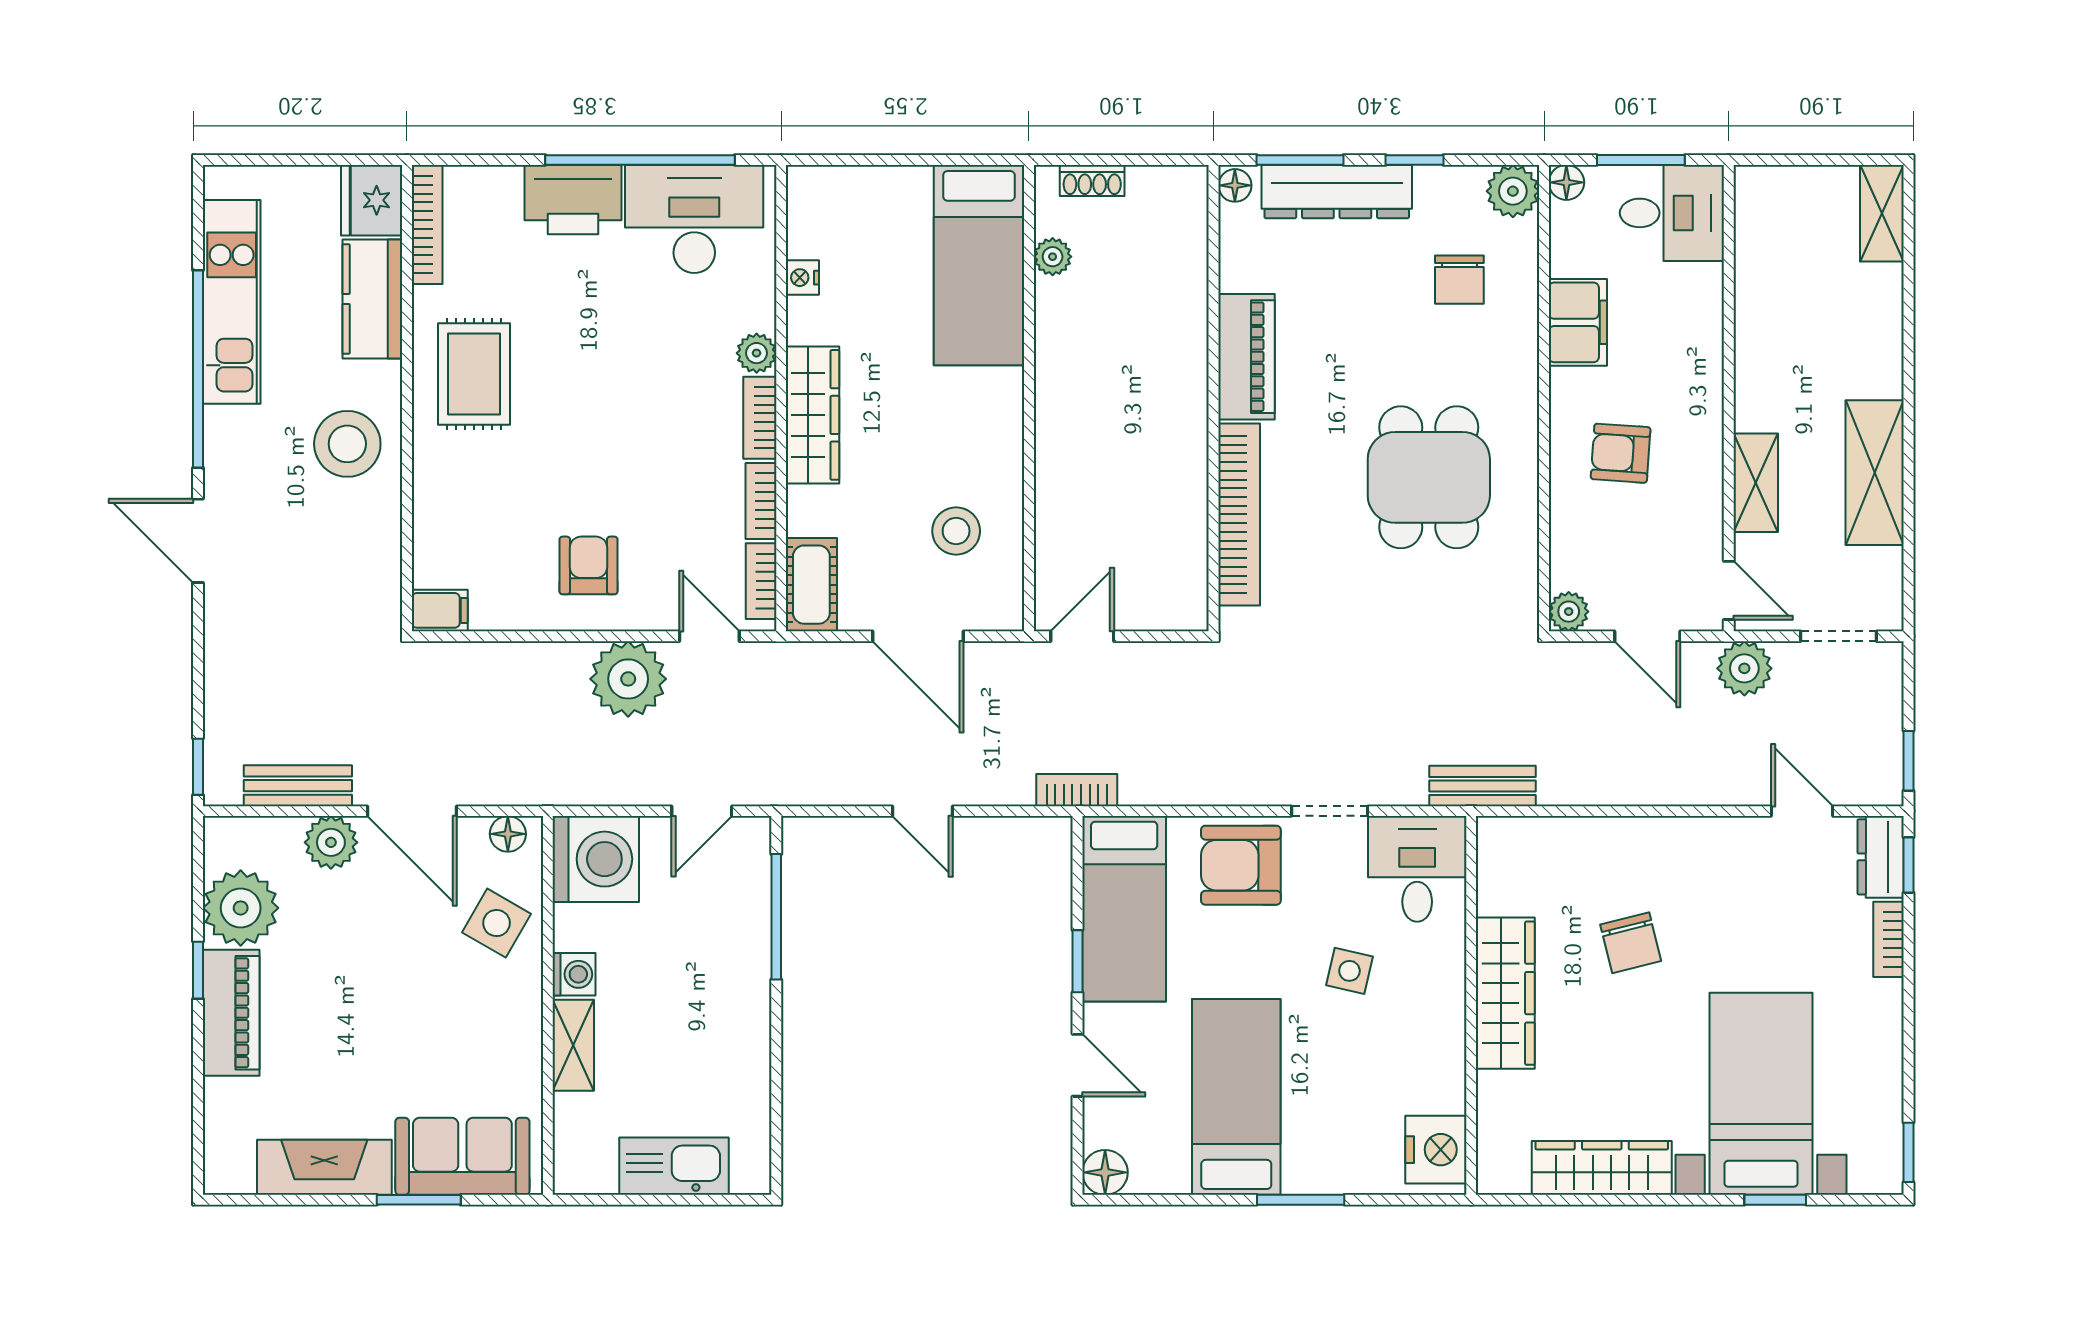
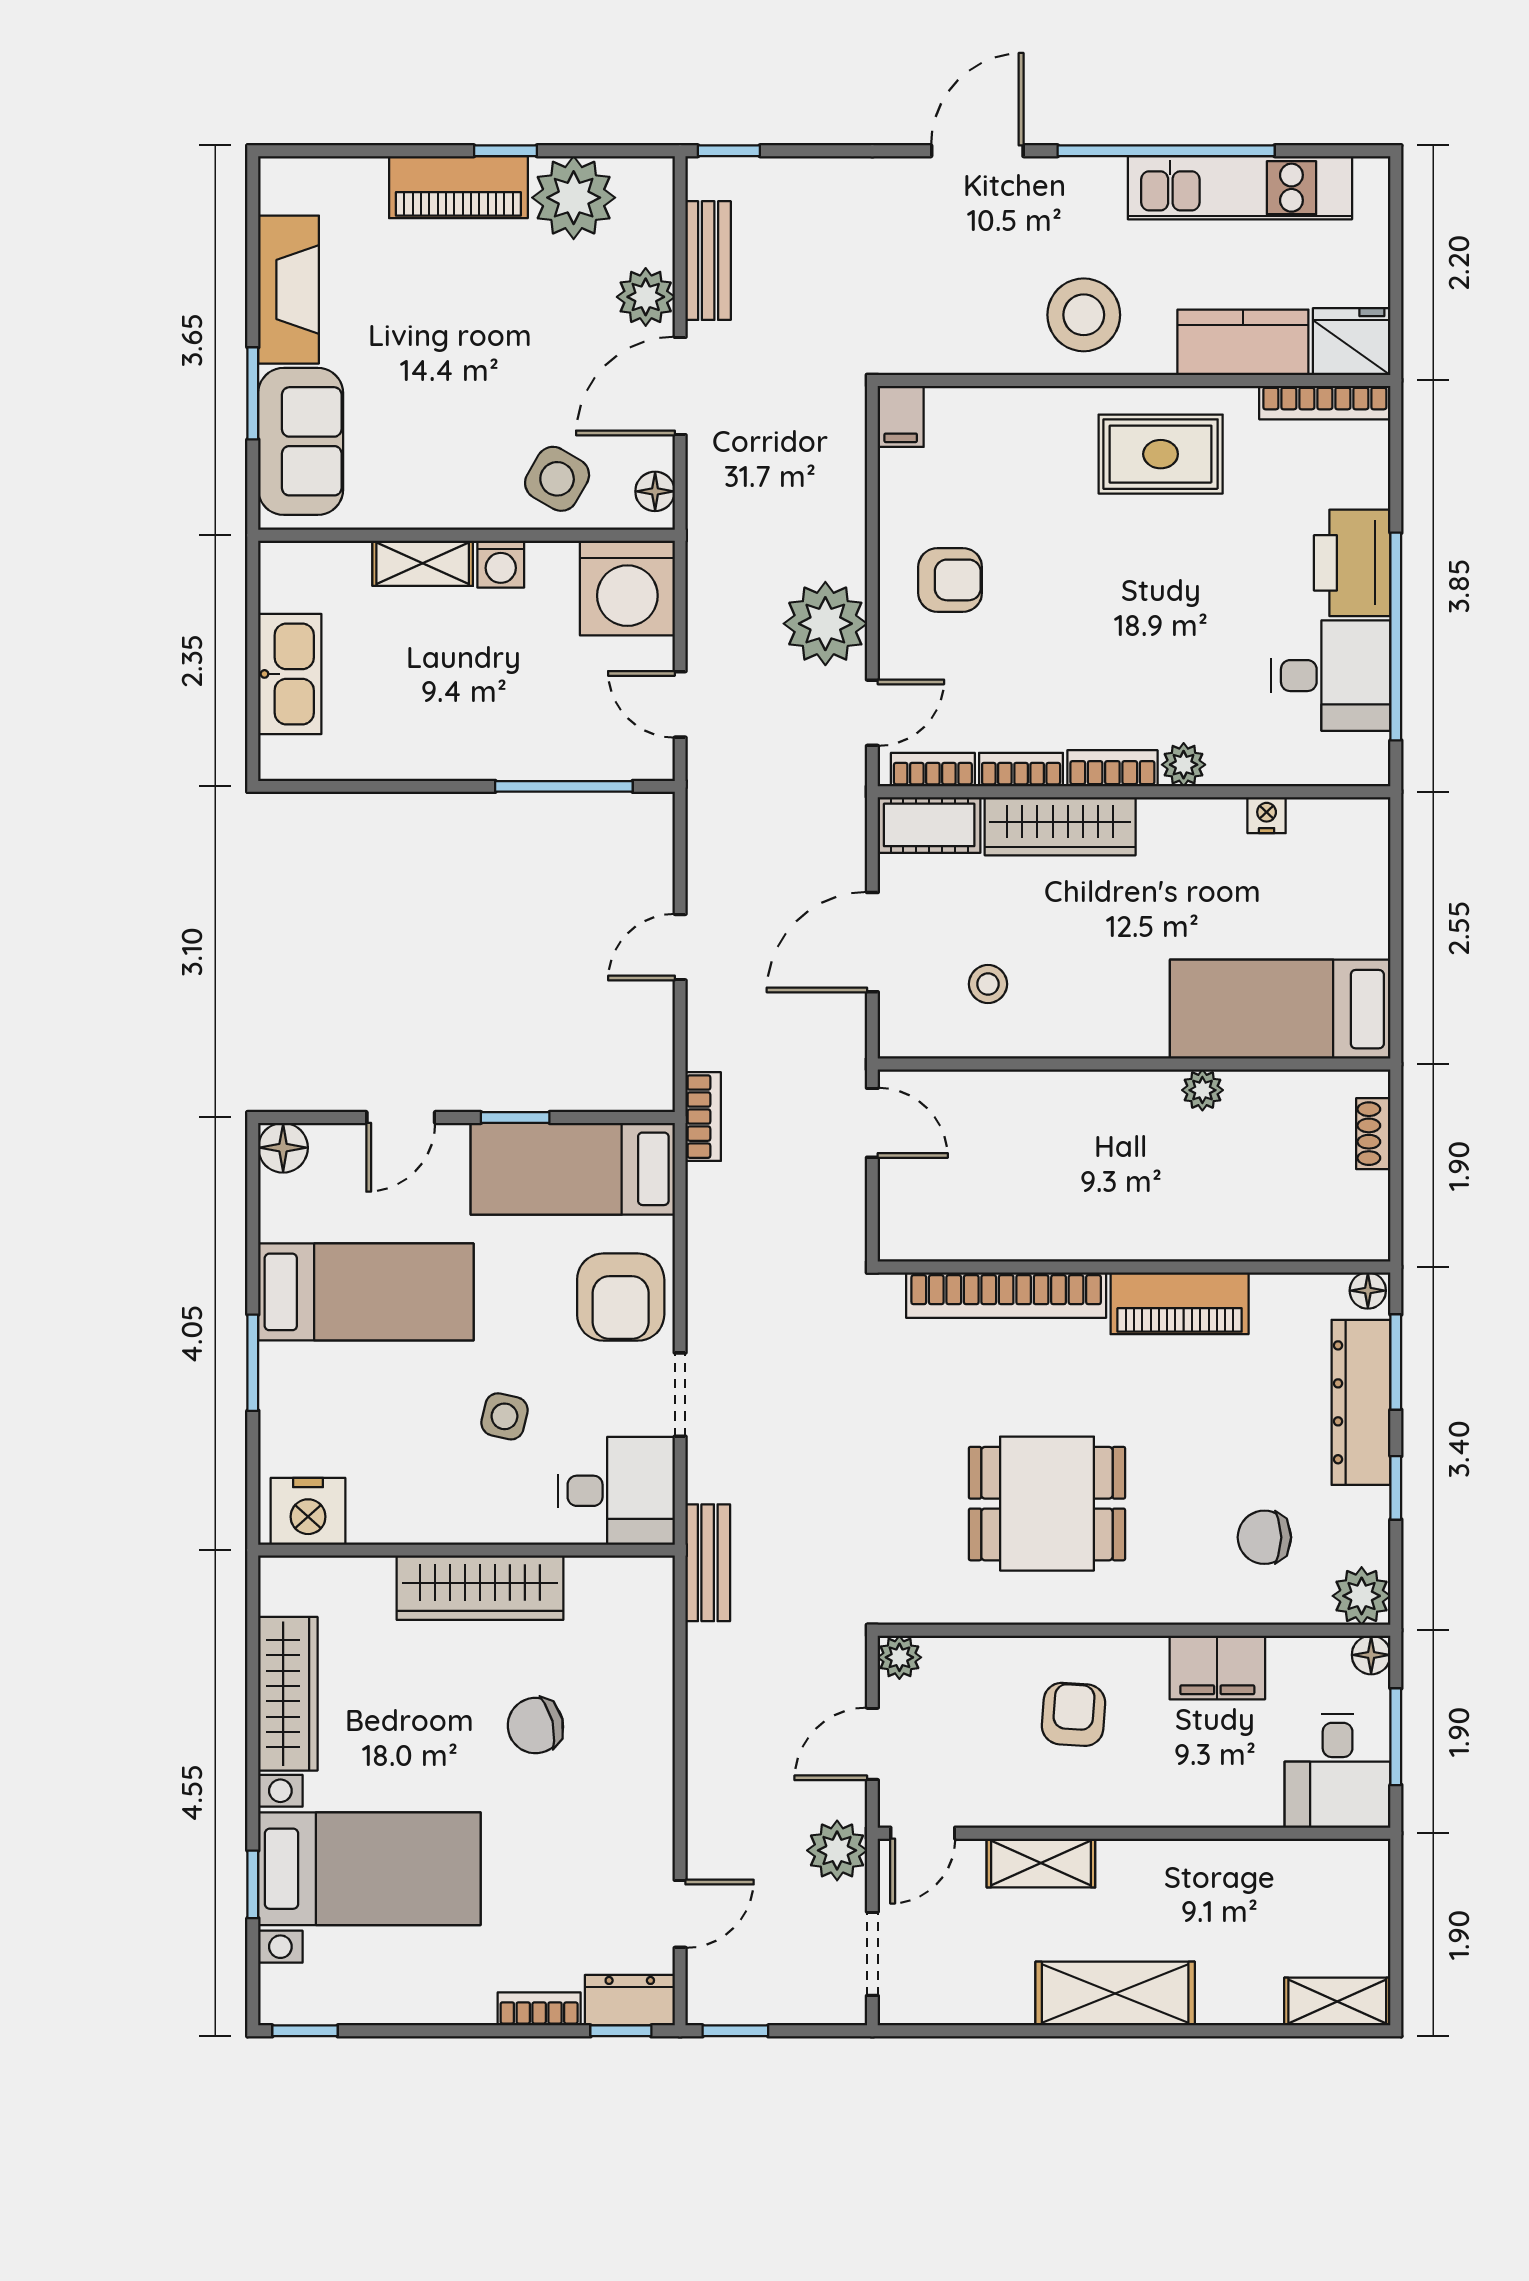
desk: (694, 219) -> (1331, 676), width x0.73
plant: (1053, 257) -> (1202, 1090), moved
wardrobe: (813, 415) -> (1060, 826), moved
shelving: (1875, 473) -> (1115, 1994), moved
stool: (956, 531) -> (988, 984), width x0.73, depth x0.73
armchair: (1241, 865) -> (621, 1297), turned 180

